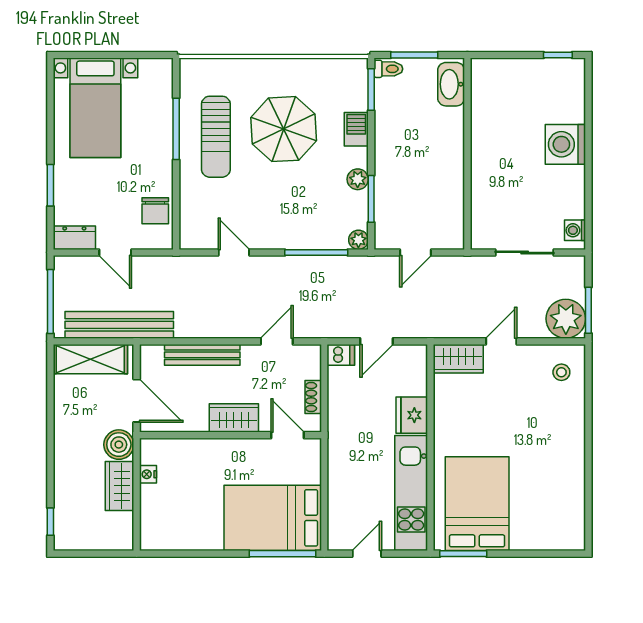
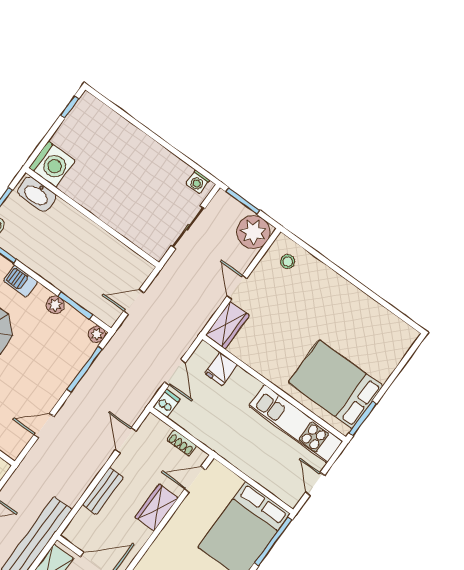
washing machine: (565, 144) -> (52, 164), moved, turned -90
door: (416, 252) -> (134, 302), swing flipped
window: (588, 310) -> (243, 201), moved
bench: (202, 355) -> (103, 491), width x0.73
fridge: (412, 415) -> (221, 369), moved, width x0.72

